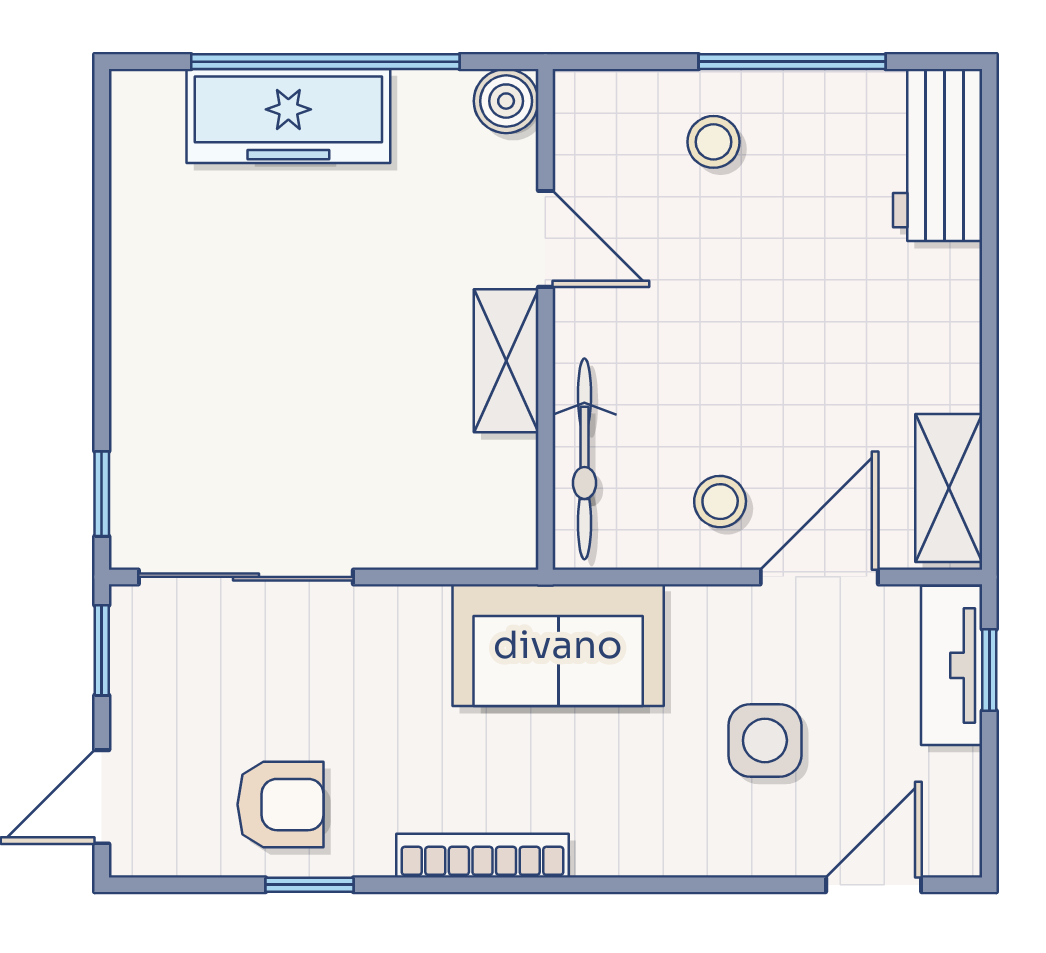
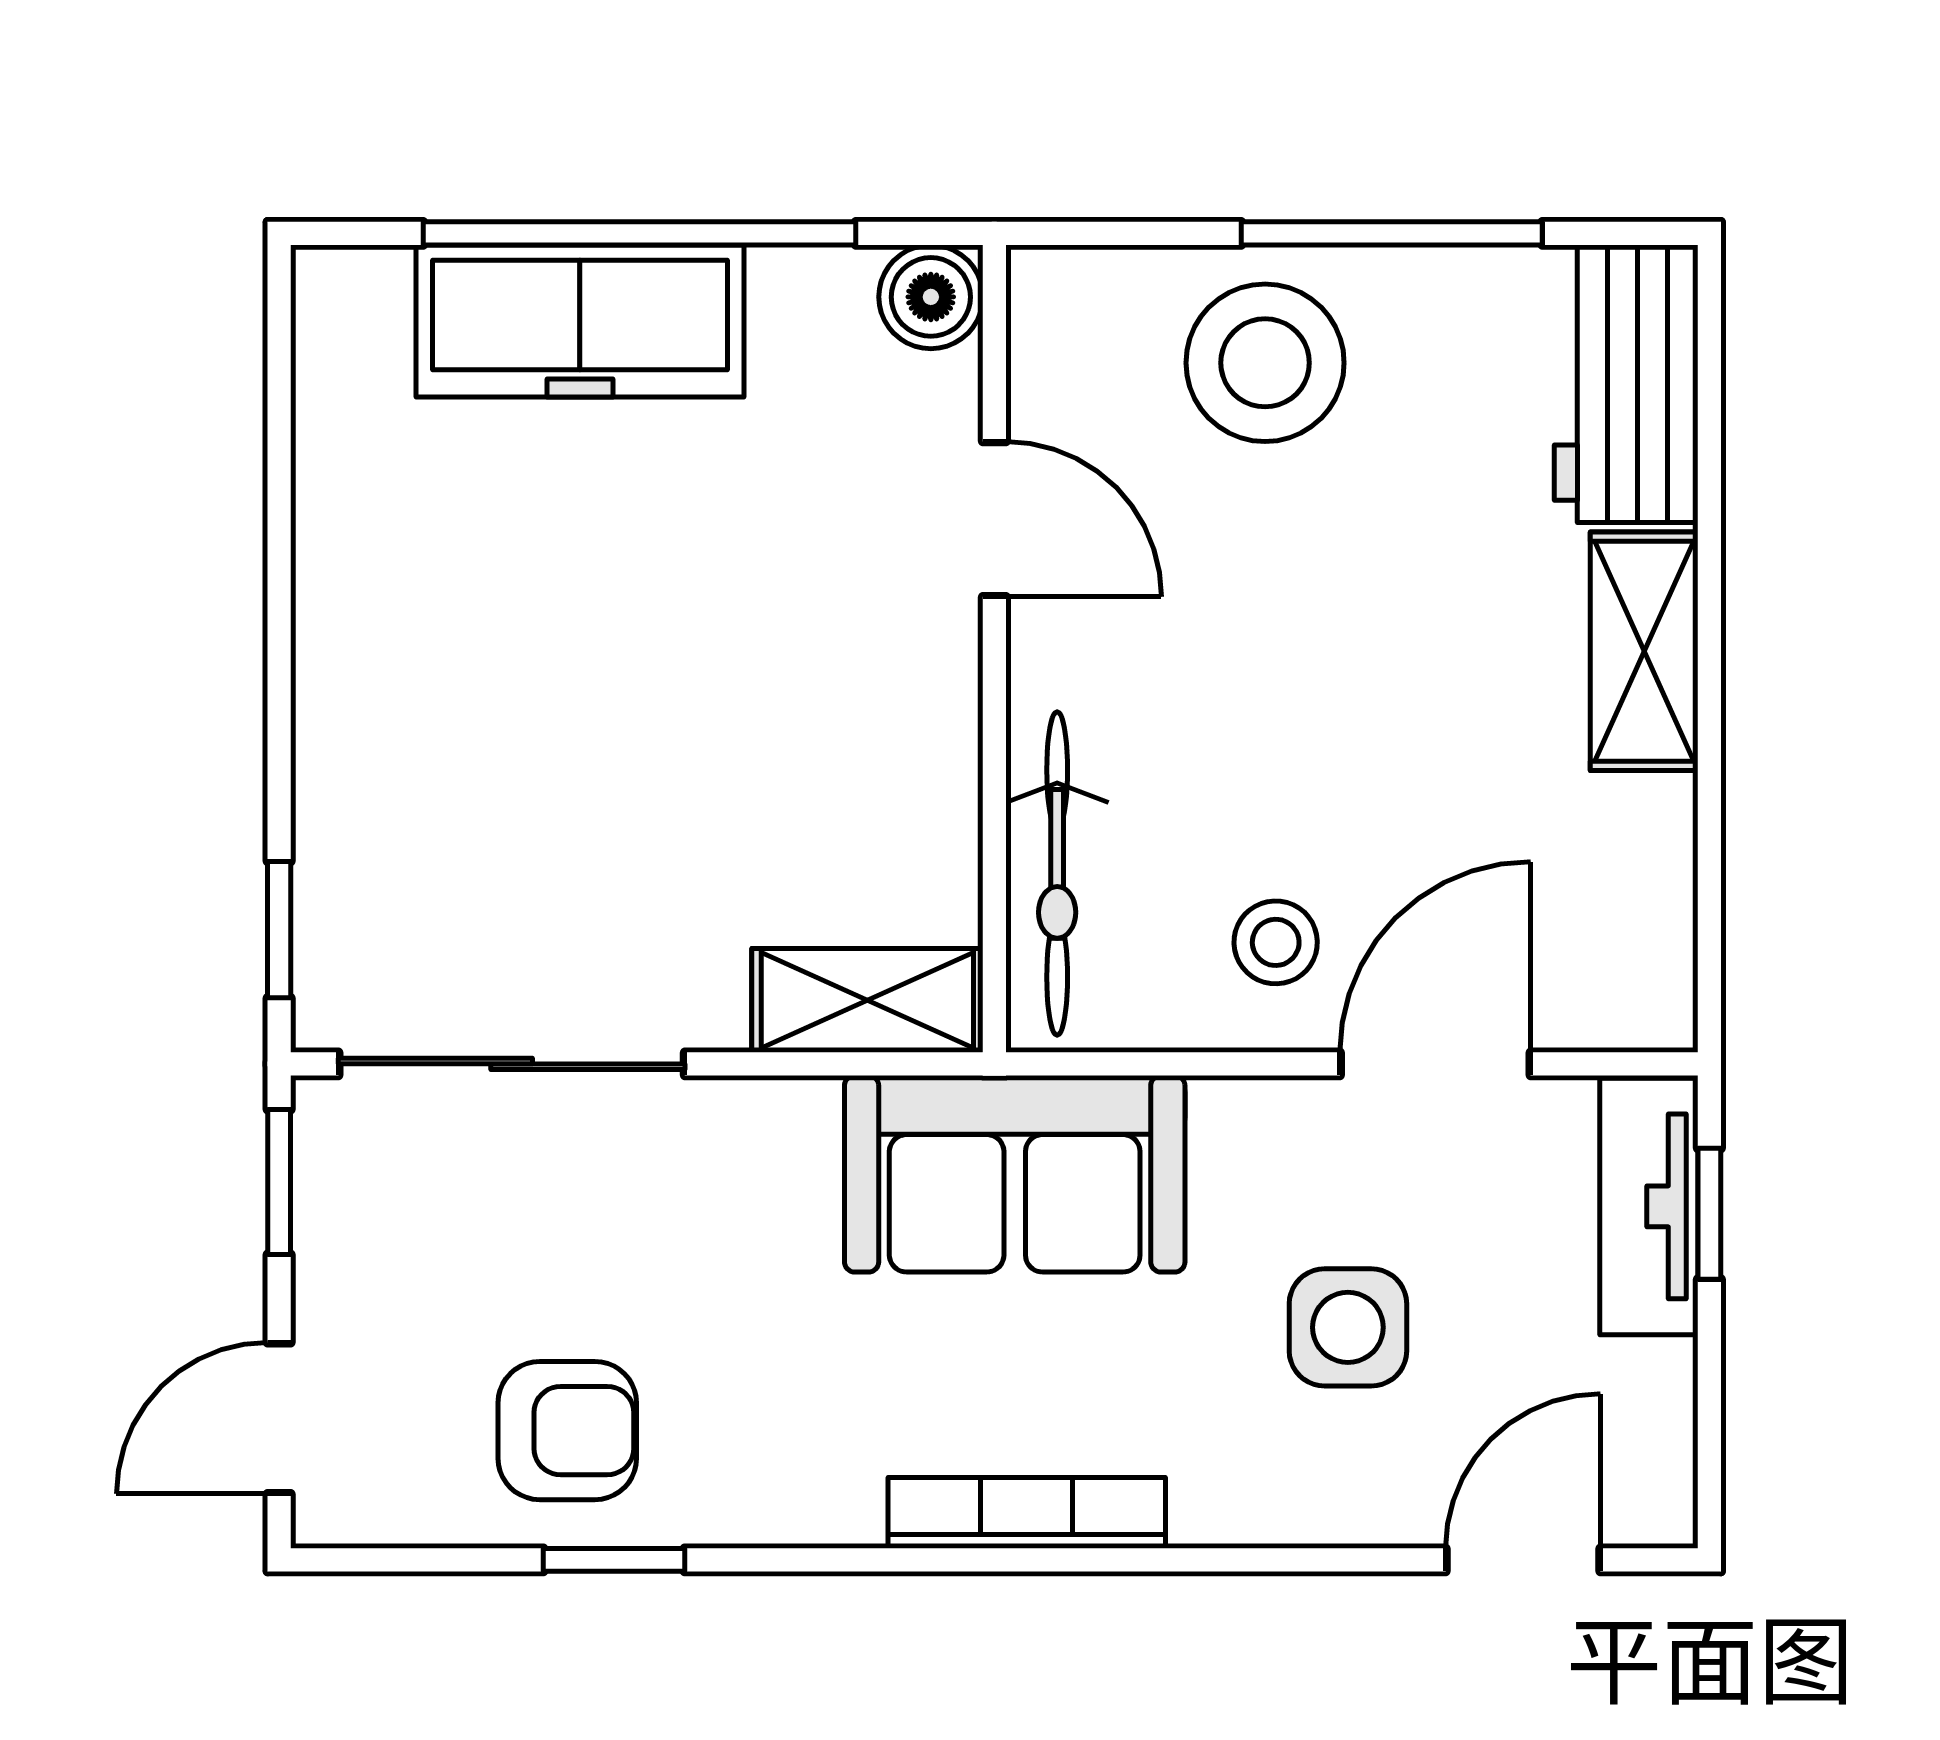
stool: (713, 142) -> (1265, 363), width x1.89, depth x1.89
shelving: (506, 361) -> (867, 1000), moved, turned 90
shelving: (949, 488) -> (1644, 651), moved
bookcase: (482, 856) -> (1027, 1513), moved

